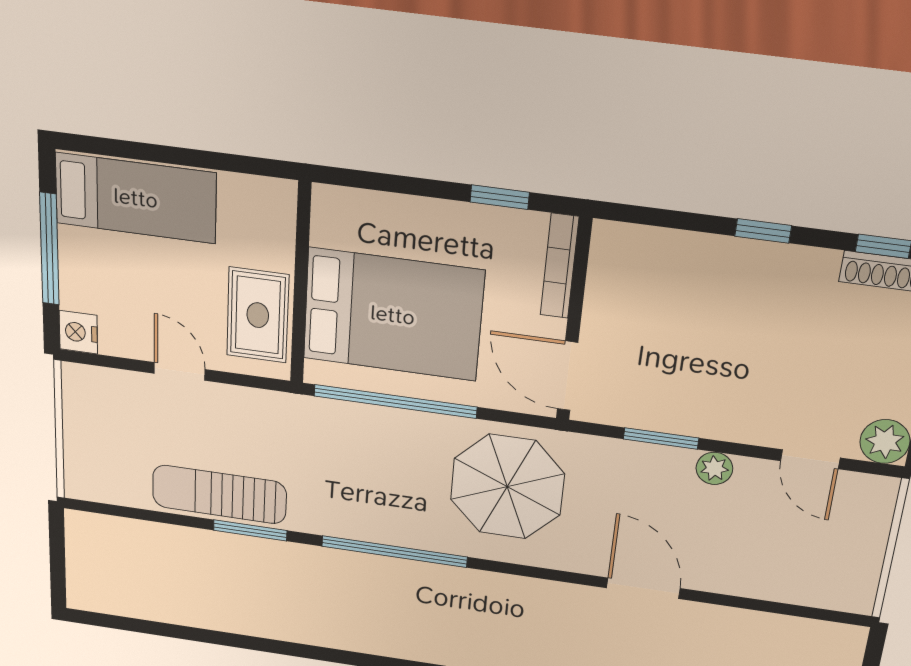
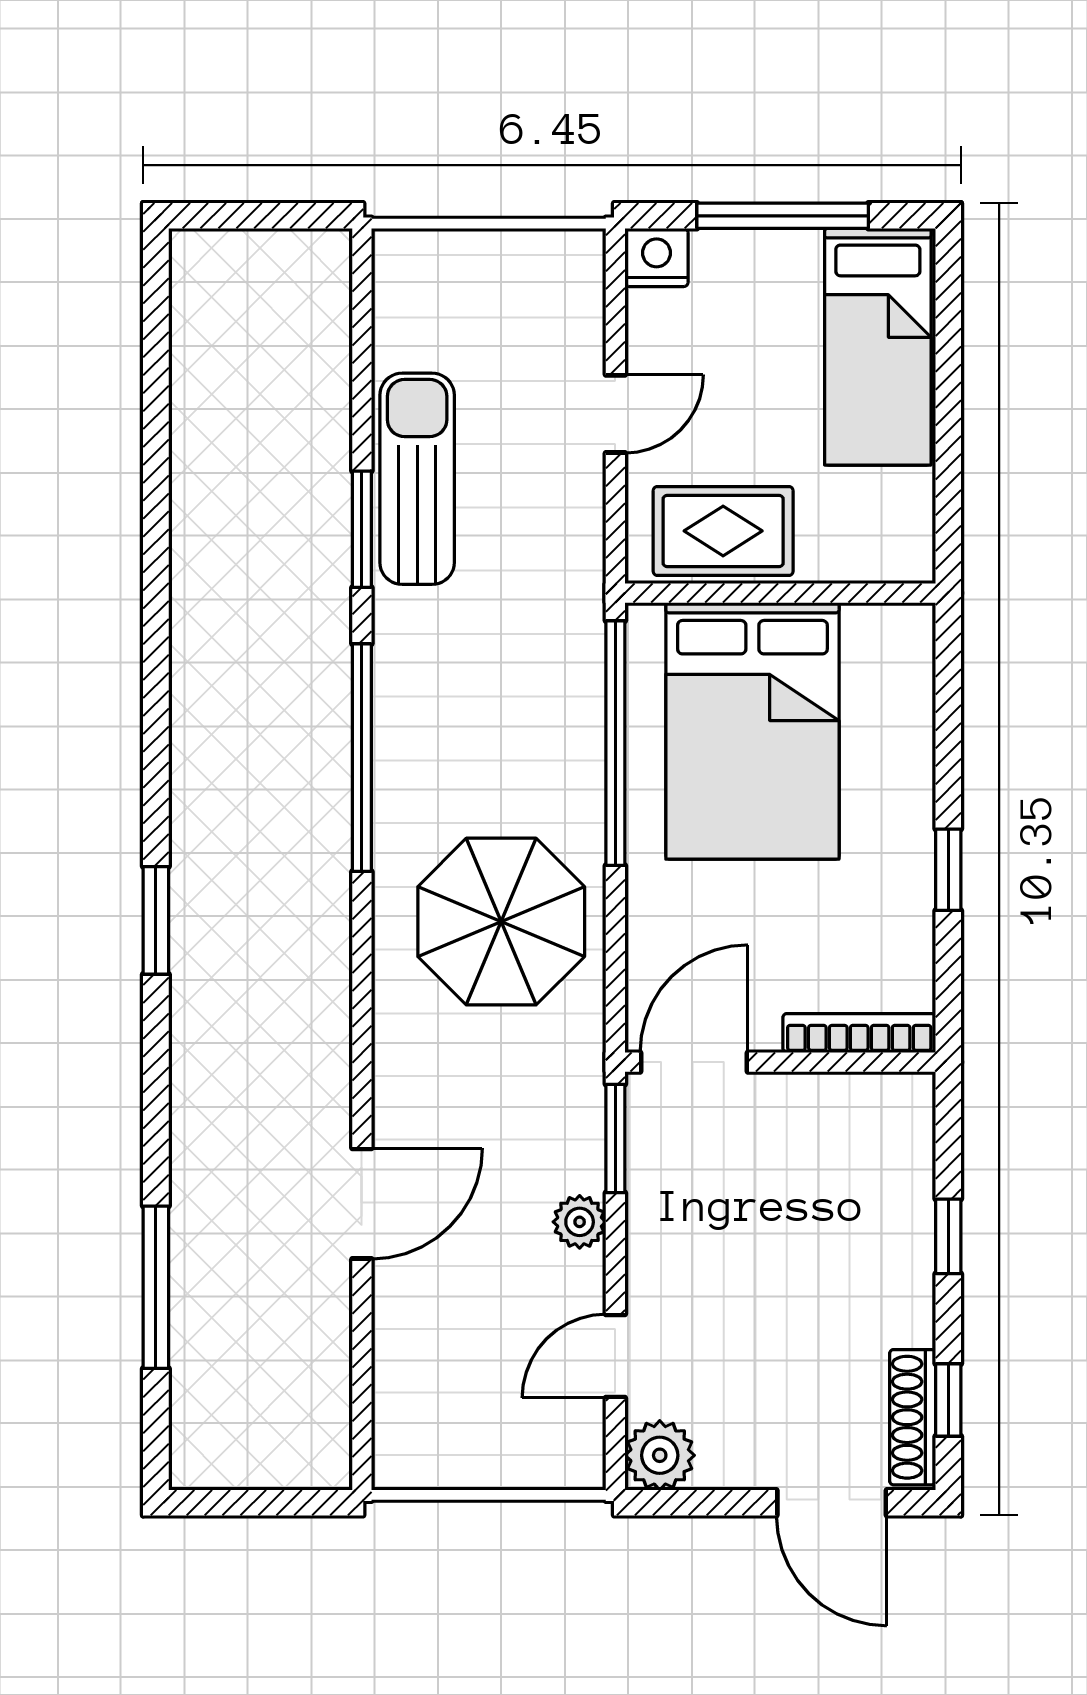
bookcase: (560, 266) -> (859, 1033), moved
wall: (574, 321) -> (780, 1062), moved
door: (568, 376) -> (694, 1062), moved
door: (643, 588) -> (362, 1204), moved

